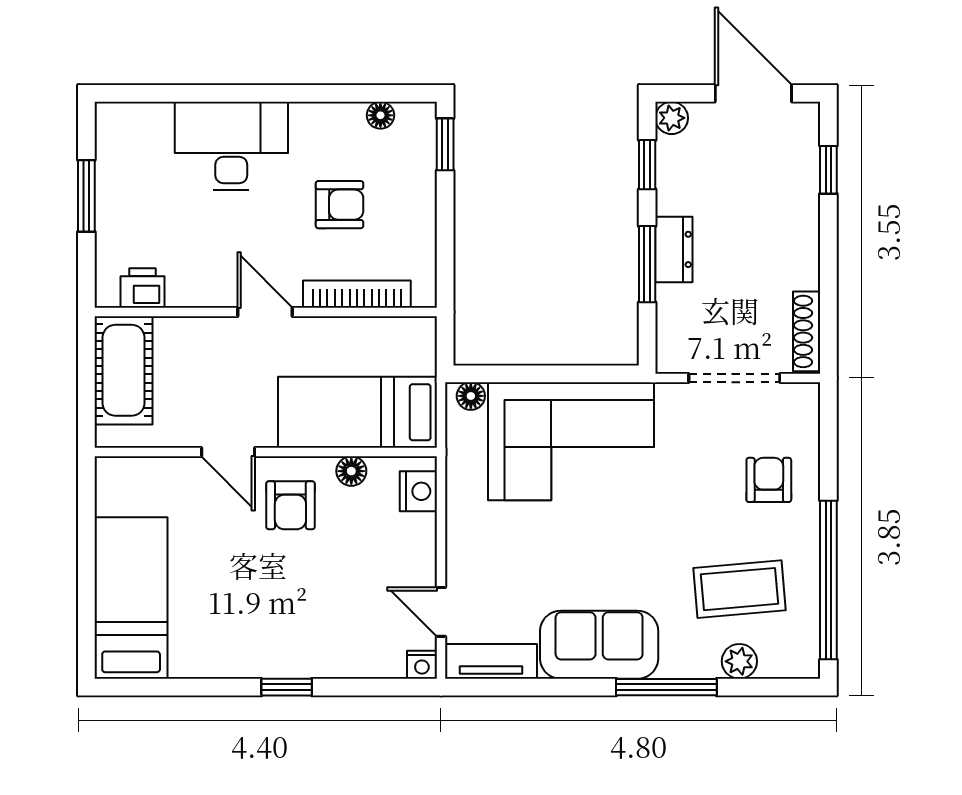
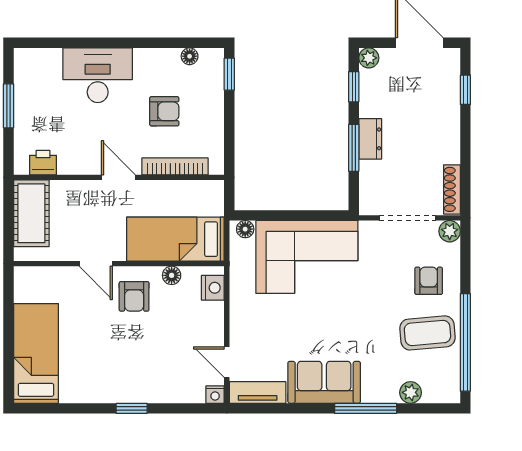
plant: (803, 399) -> (450, 231), added
coffee table: (739, 589) -> (427, 333), moved

